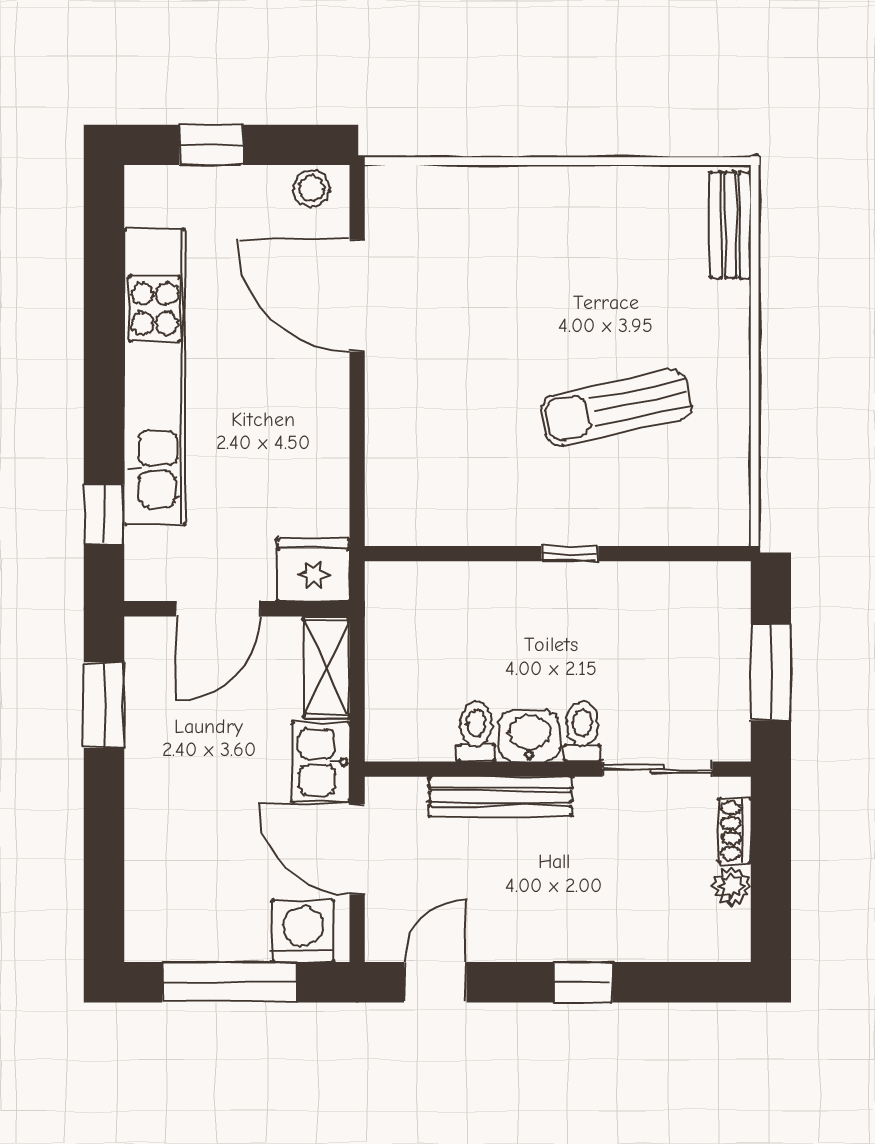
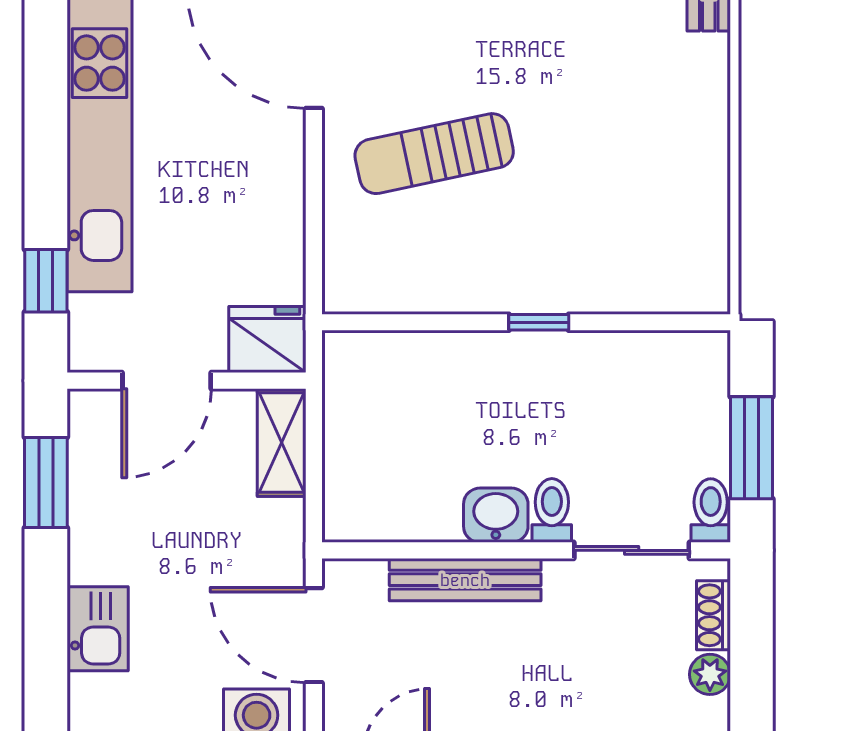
sun lounger: (616, 408) -> (434, 154), moved
toilet: (476, 732) -> (711, 511), moved
kitchen sink: (321, 762) -> (98, 629), moved, turned 180

